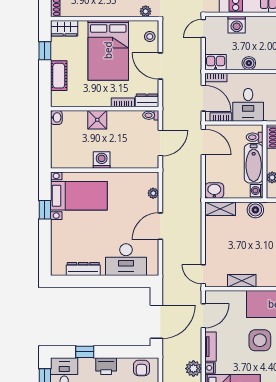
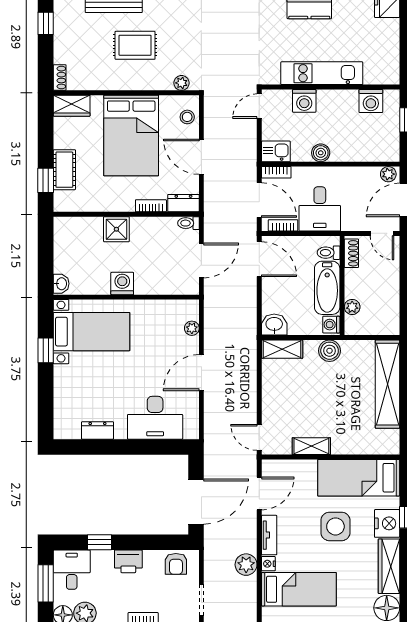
window: (45, 51) -> (46, 180), moved
washbasin: (56, 117) -> (61, 284), moved
dresser: (83, 269) -> (97, 430), width x0.70

